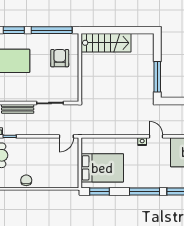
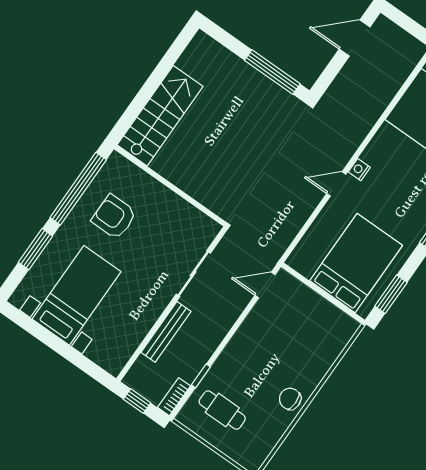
armchair: (60, 58) -> (114, 217), moved
door: (66, 136) -> (265, 285), swing flipped
door: (156, 136) -> (336, 184), moved

